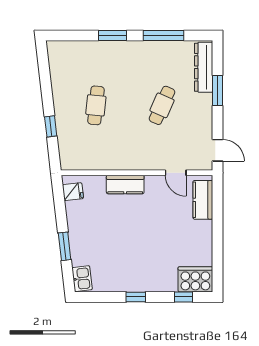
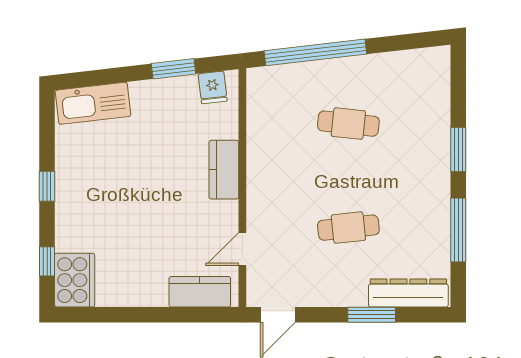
cafe table: (162, 105) -> (348, 228), turned -30
window: (51, 126) -> (315, 52), width x3.17
window: (65, 246) -> (174, 69), moved
kitchen sink: (82, 279) -> (93, 103), width x1.87, depth x1.24

